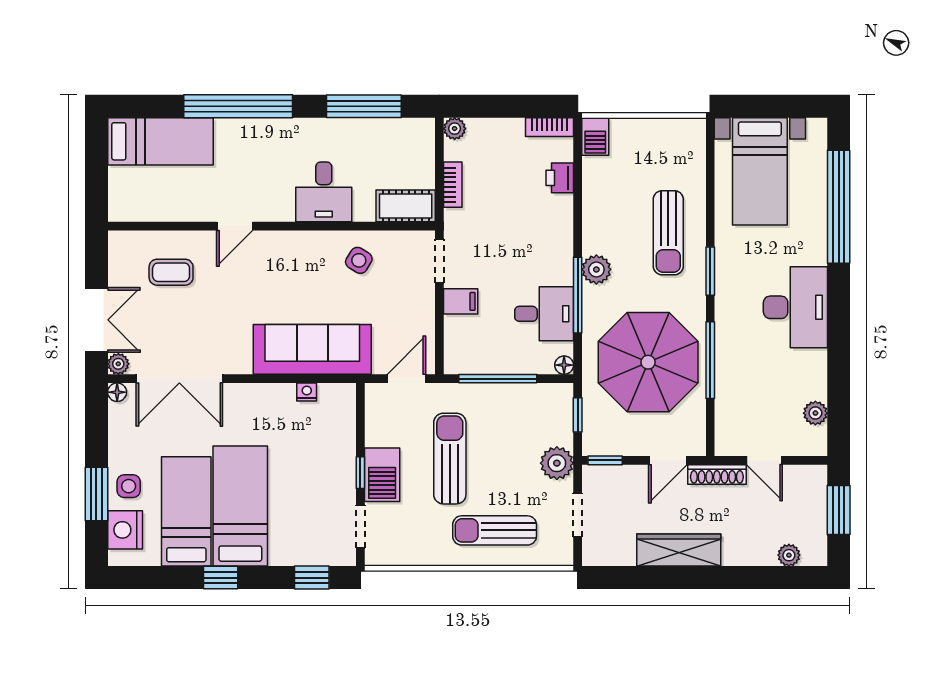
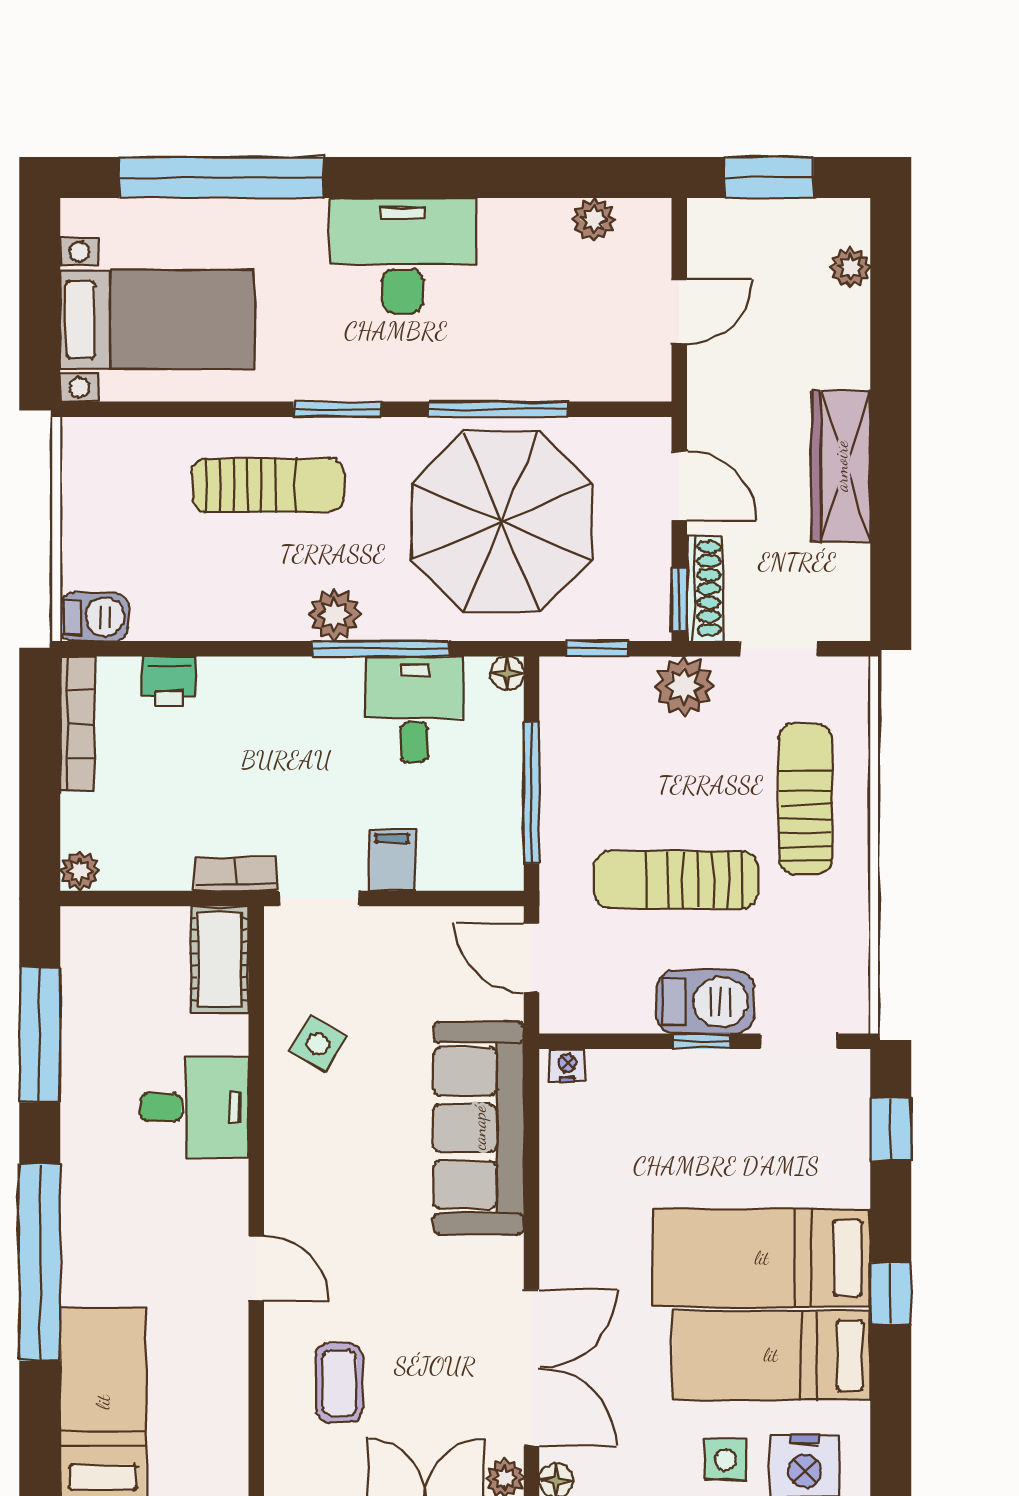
bookcase: (549, 127) -> (77, 724), width x1.56
bookcase: (453, 185) -> (236, 874), moved
nightstand: (307, 392) -> (567, 1065), moved, turned 90
shoe rack: (717, 475) -> (705, 589), moved
sun lounger: (495, 530) -> (806, 799), turned 180

